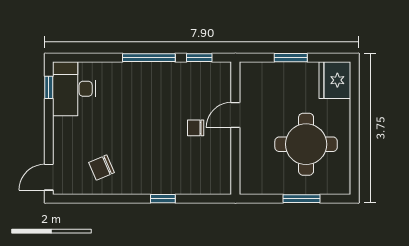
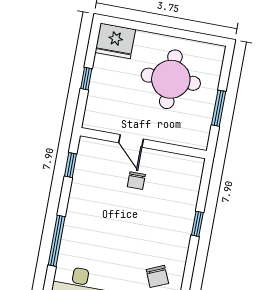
window: (149, 58) -> (57, 241), moved
window: (291, 58) -> (86, 79), width x0.67
window: (302, 199) -> (219, 108), moved

